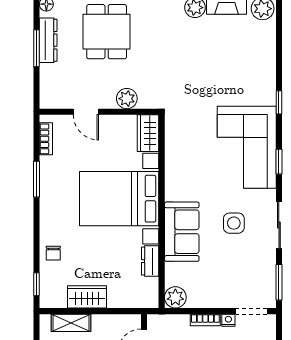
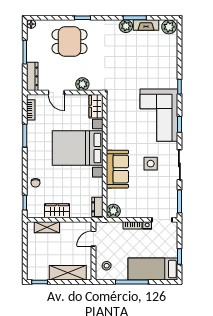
dining table: (107, 32) -> (70, 42), turned 90
dresser: (48, 40) -> (32, 76), moved
dresser: (150, 261) -> (97, 207), moved

